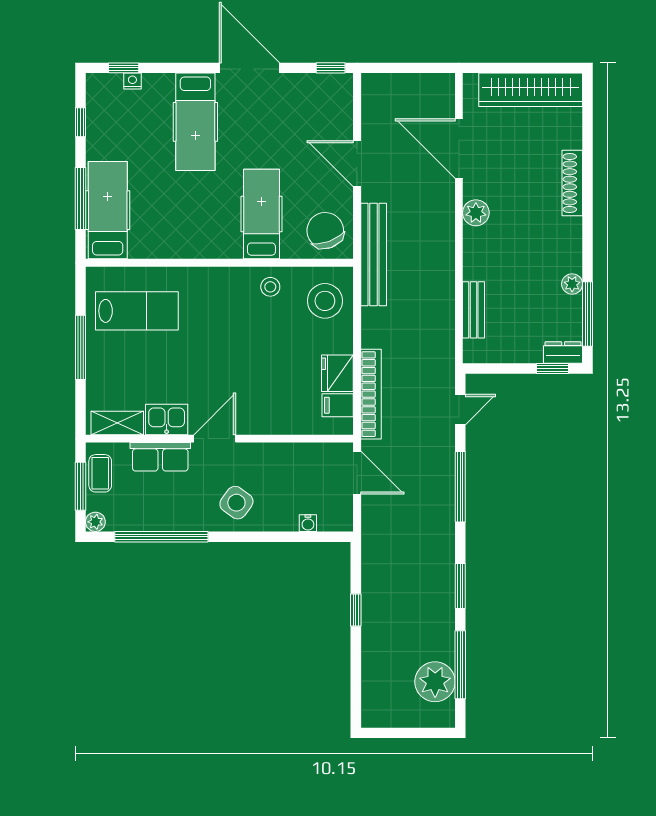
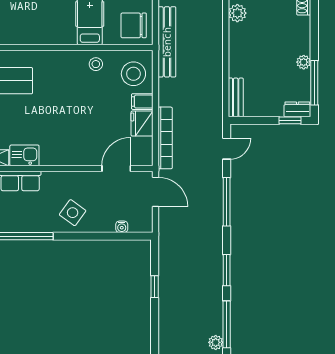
chair: (325, 231) -> (134, 25), turned -70
bench: (473, 310) -> (236, 97), moved
filing cabinet: (338, 405) -> (142, 102), moved
door: (215, 439) -> (116, 169), moved
plant: (435, 682) -> (216, 342), width x0.53, depth x0.53

